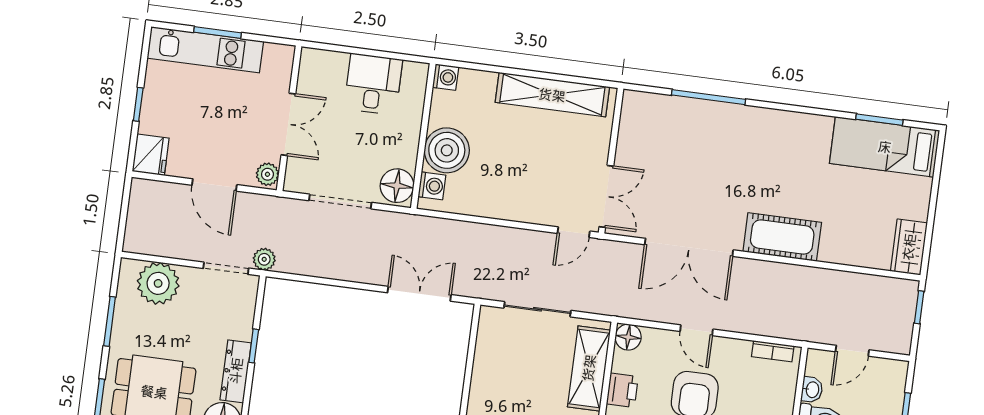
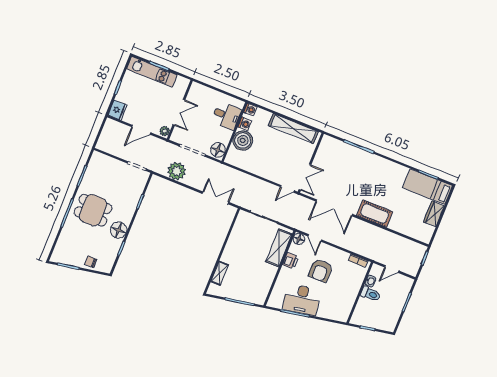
desk: (373, 84) -> (226, 116), moved, turned 90
door: (214, 185) -> (141, 130), hinge flipped
washing machine: (432, 186) -> (245, 124), moved
wardrobe: (909, 247) -> (434, 214), moved
plant: (264, 259) -> (177, 171), moved, width x1.88, depth x1.88
plant: (158, 283) -> (107, 165), removed
door: (697, 330) -> (315, 238), moved
dresser: (236, 371) -> (130, 211), removed

